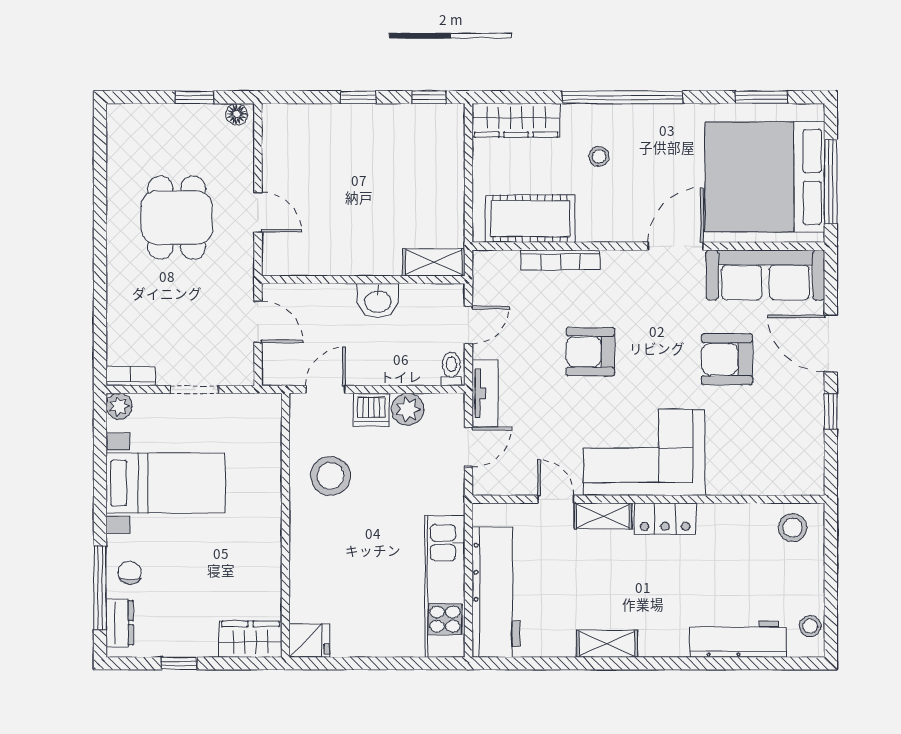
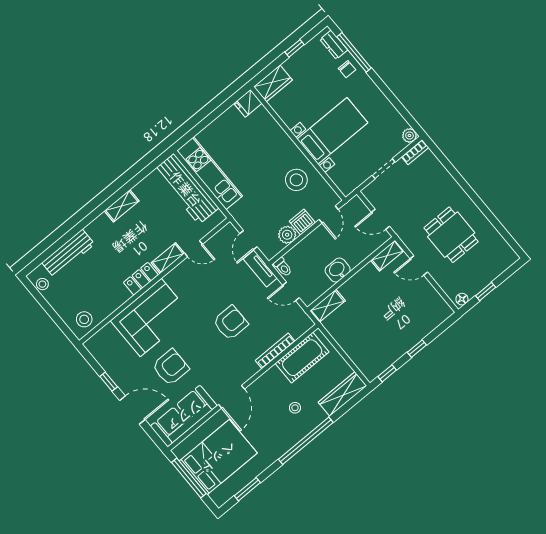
bed: (765, 177) -> (218, 457), width x0.73
shelving: (291, 263) -> (387, 256), added
door: (468, 325) -> (291, 291), hinge flipped
corner sofa: (644, 452) -> (151, 318), moved
bed with nightstands: (166, 483) -> (332, 131), moved, turned 180

